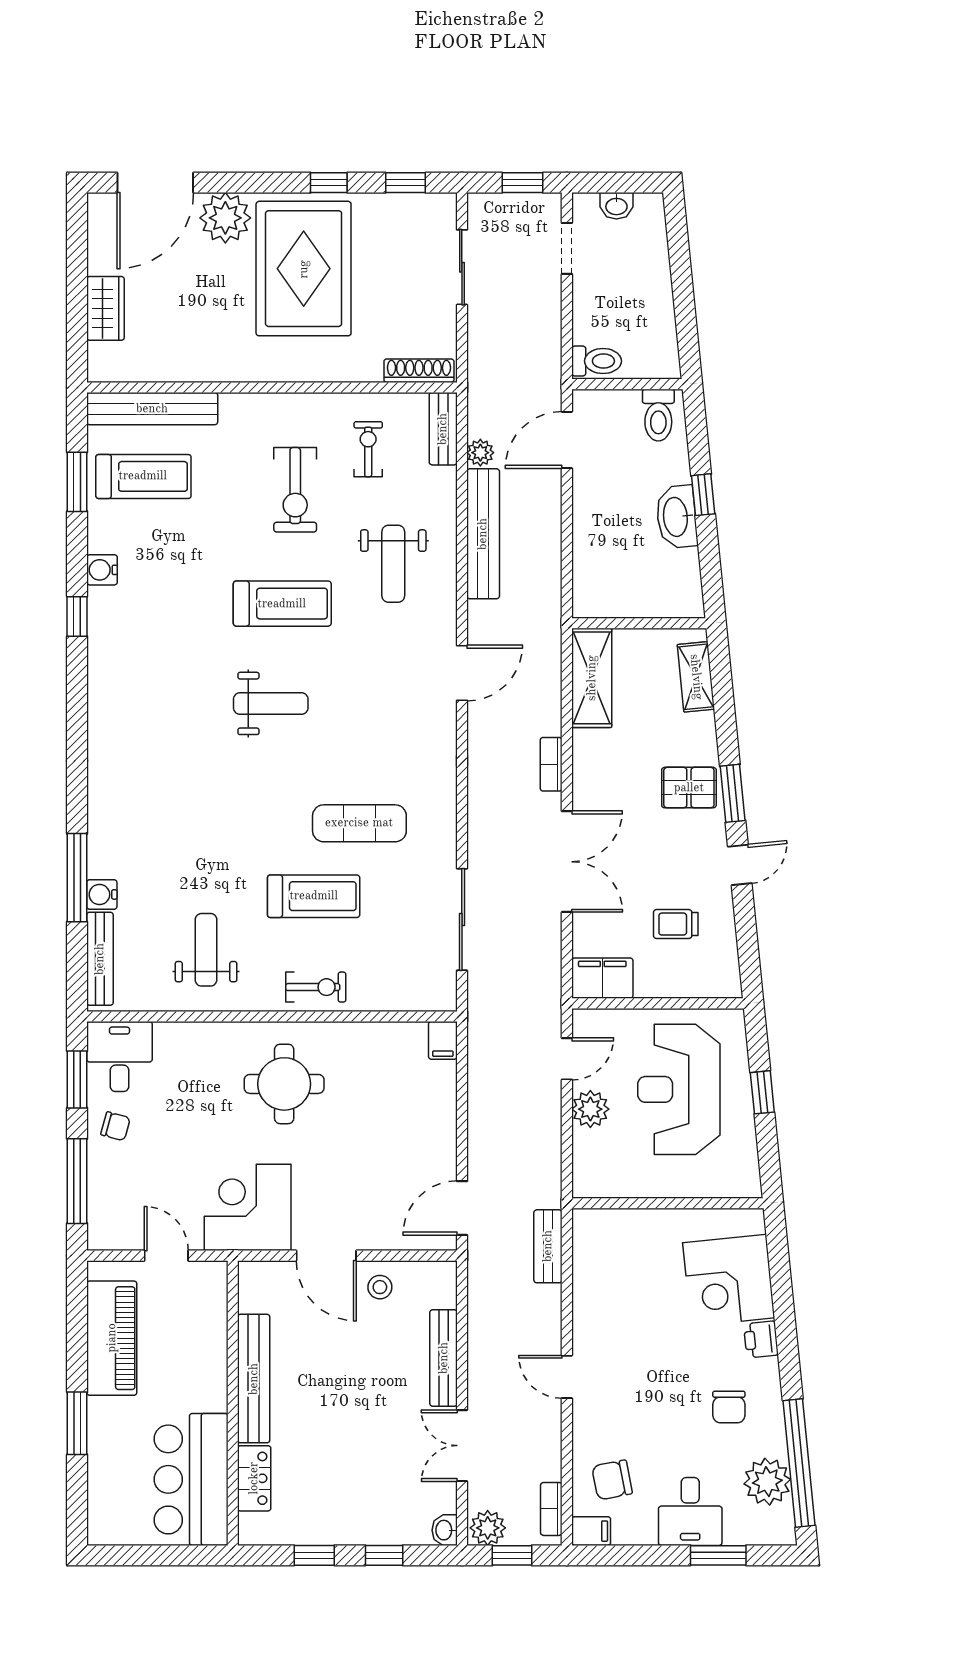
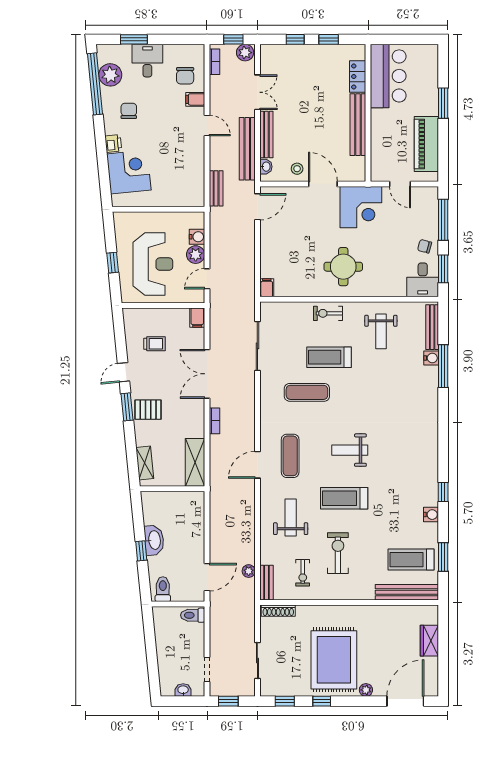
plant: (225, 218) -> (366, 690), width x0.53, depth x0.53
bench: (483, 534) -> (247, 149), moved
exercise mat: (394, 692) -> (290, 456), added
filing cabinet: (602, 978) -> (197, 318), width x0.50
water cooler: (587, 1146) -> (197, 237), added
chair: (612, 1480) -> (185, 76), turned 101
washbasin: (445, 1530) -> (266, 167), moved
filing cabinet: (591, 1531) -> (195, 99), moved

